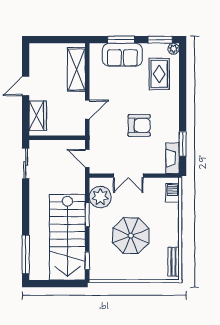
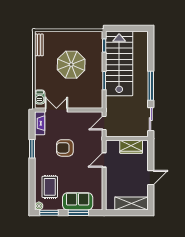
shelving: (76, 69) -> (131, 203), moved, turned 90
wardrobe: (38, 116) -> (131, 147), moved, turned -90
window: (183, 144) -> (32, 149), moved
door: (87, 158) -> (104, 123), swing flipped
double door: (128, 176) -> (56, 110), moved
plant: (100, 197) -> (94, 94), removed
window: (26, 254) -> (151, 86), moved

